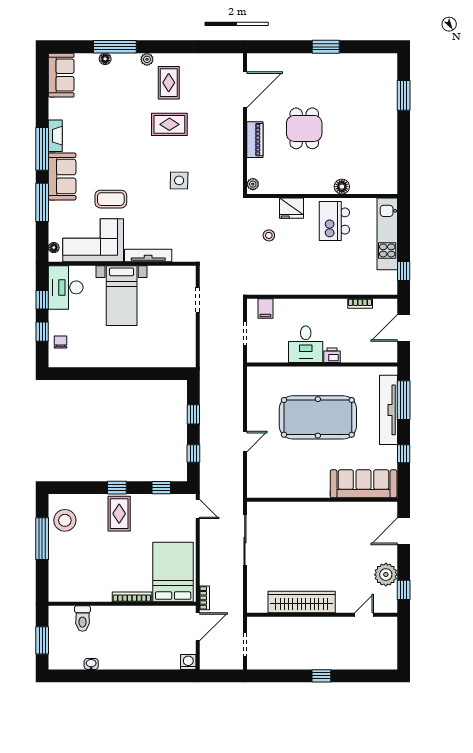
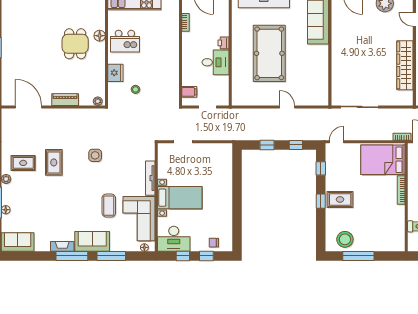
dining table: (304, 128) -> (75, 44), moved, turned 90

